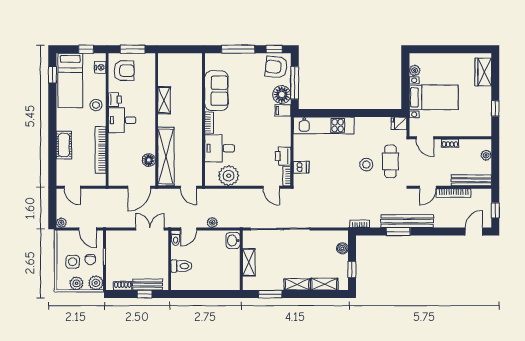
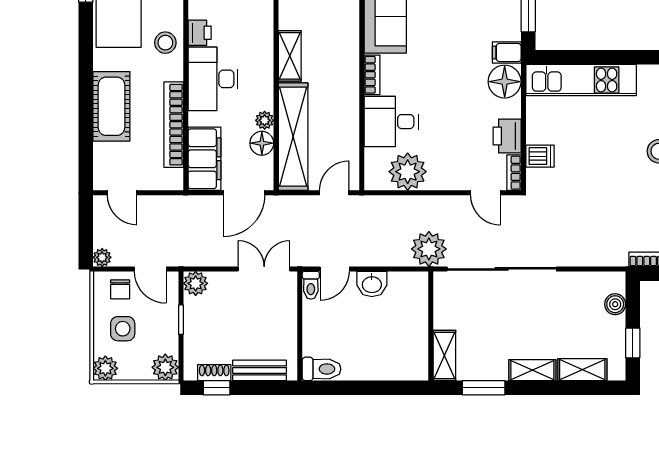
floor lamp: (282, 95) -> (505, 82), moved
shelving: (164, 100) -> (290, 56), moved
desk: (122, 120) -> (213, 79), width x1.37
cot: (64, 145) -> (111, 106), width x1.37, depth x1.34
plant: (150, 148) -> (265, 120), added
filing cabinet: (117, 169) -> (204, 159), added
door: (188, 187) -> (334, 193), swing flipped
plant: (212, 223) -> (429, 249), moved, width x1.87, depth x1.87
plant: (112, 237) -> (196, 283), added
washbasin: (233, 241) -> (372, 284), moved, turned -90
chair: (90, 259) -> (120, 289), moved
shelving: (249, 262) -> (444, 355), moved
toilet: (181, 266) -> (322, 369), moved
plant: (76, 283) -> (105, 368), moved
window: (144, 294) -> (217, 388), moved

